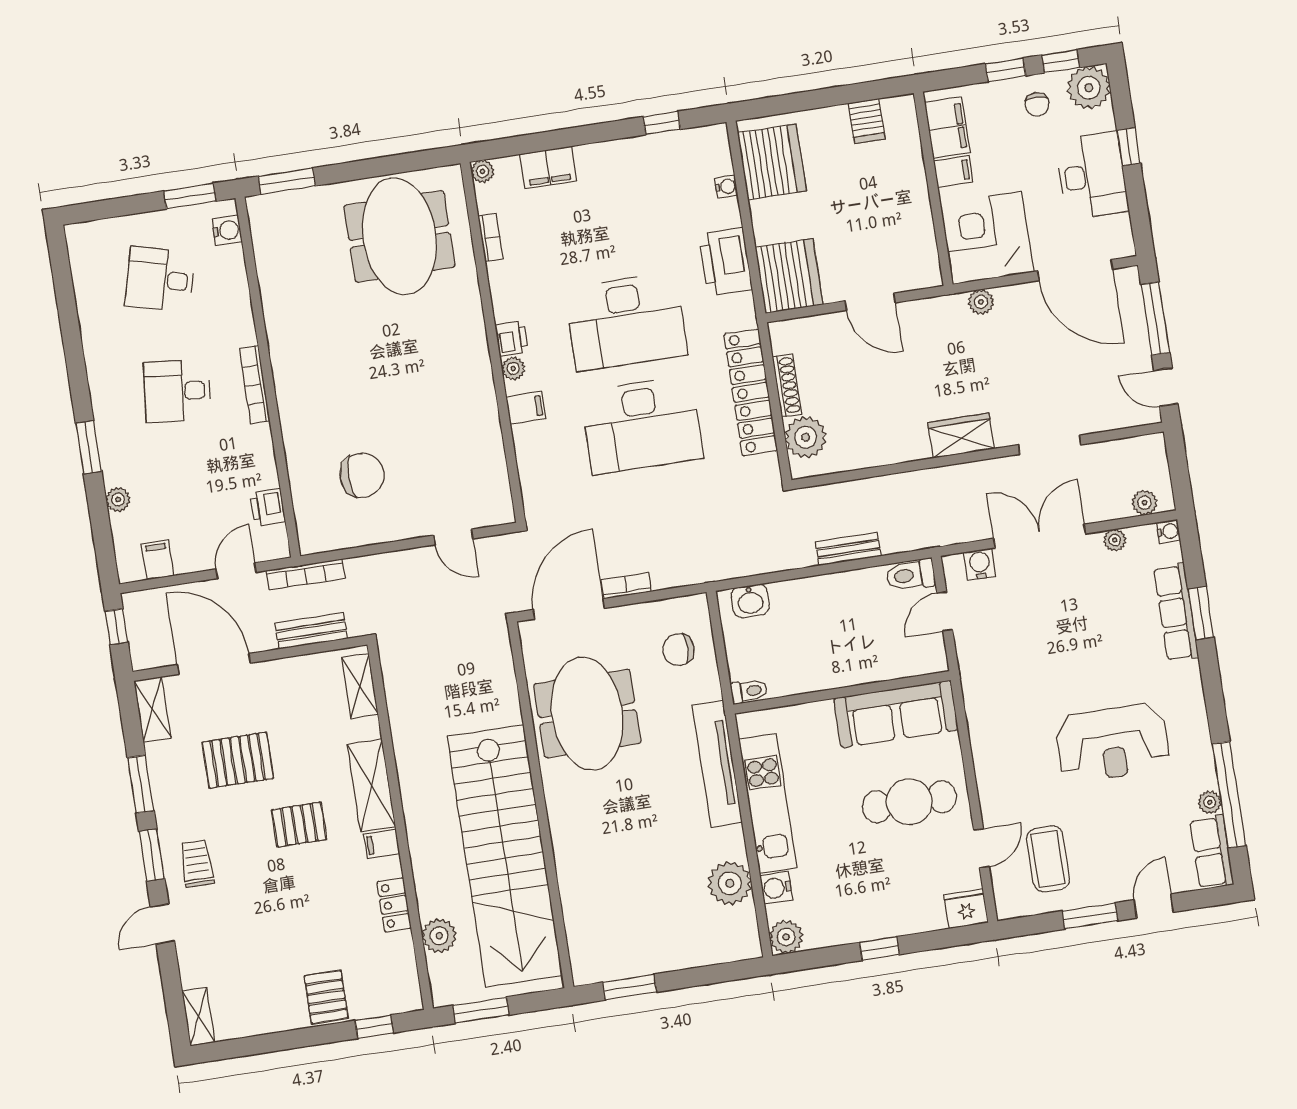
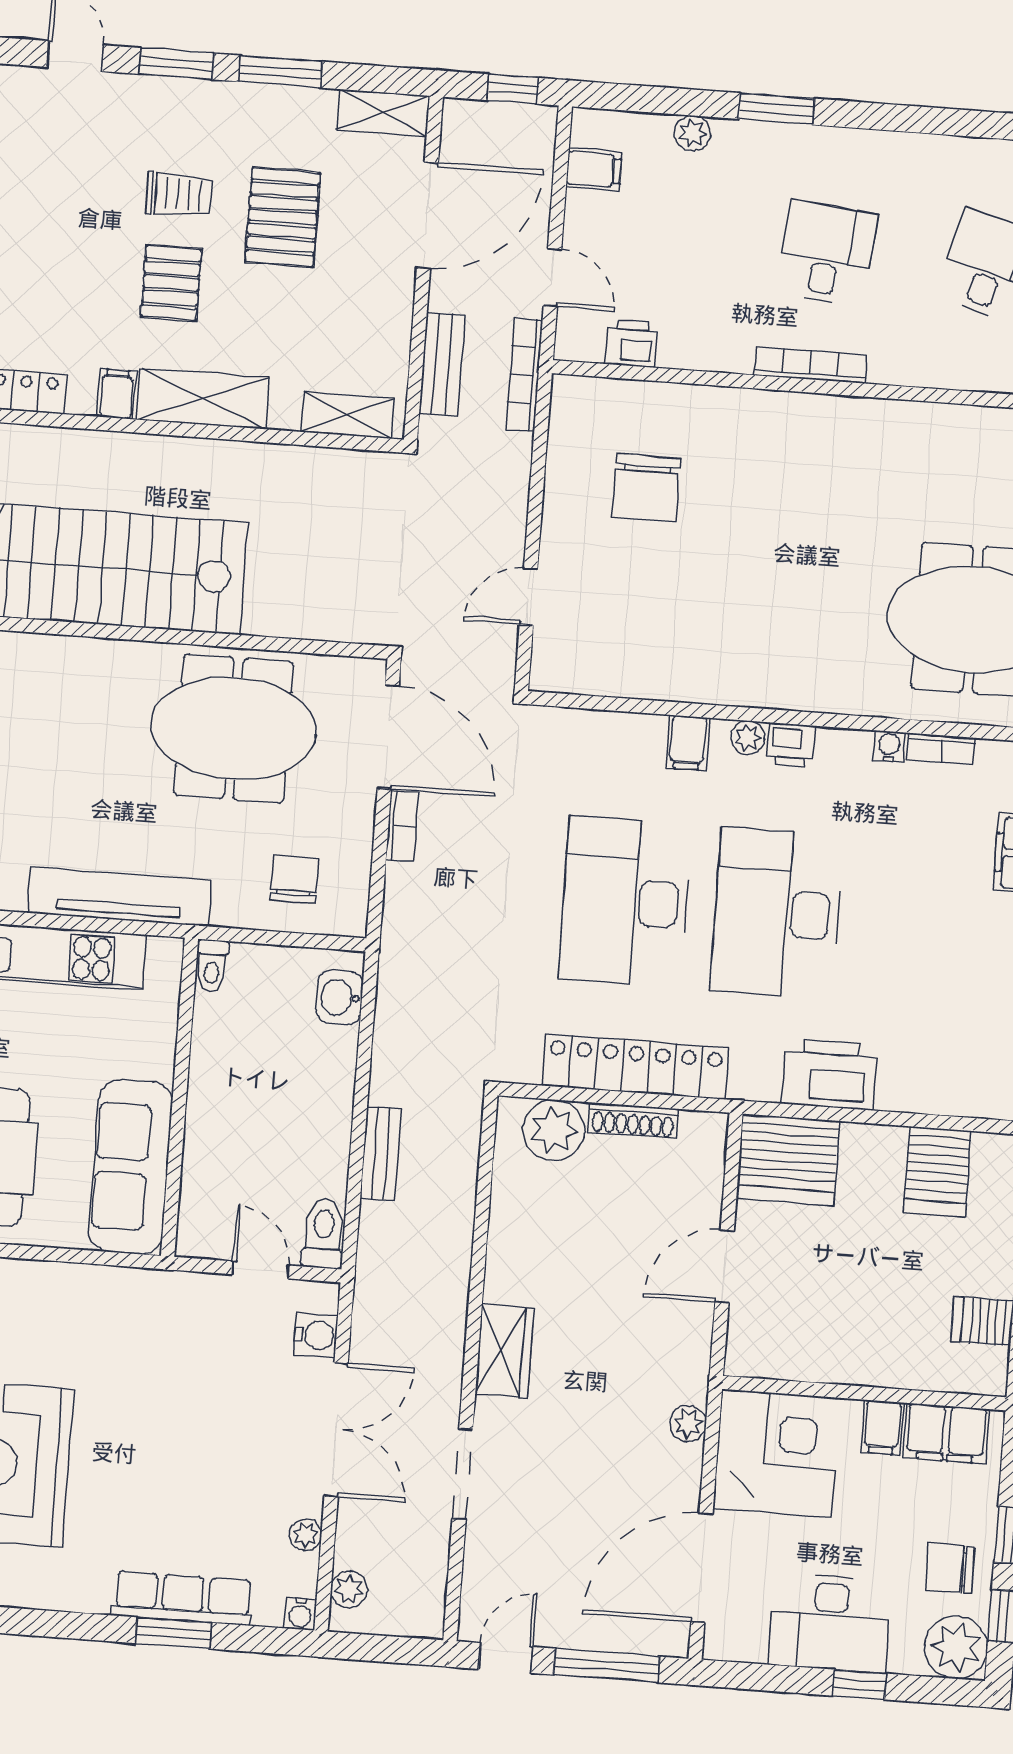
chair: (1037, 104) -> (950, 1568), width x1.37, depth x1.37
server rack: (772, 162) -> (937, 1172), width x0.63
water cooler: (726, 187) -> (889, 746), moved, turned 180
trolley: (197, 863) -> (179, 194), moved

